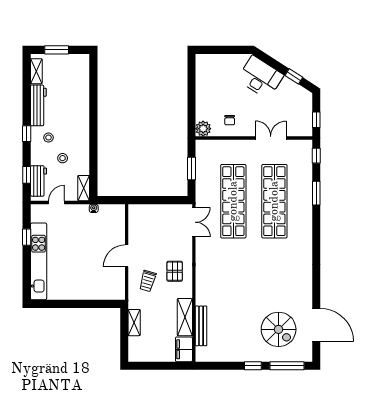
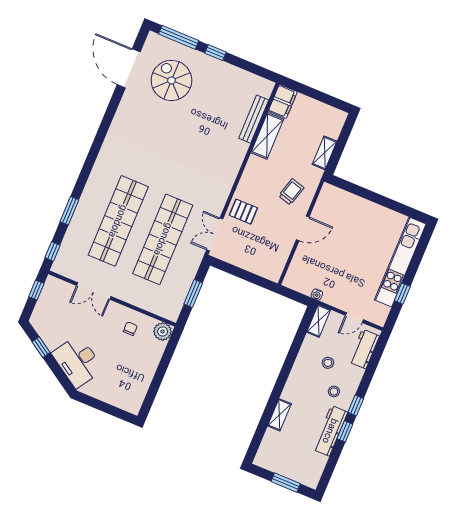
shelving: (36, 71) -> (279, 415), moved
window: (27, 175) -> (345, 431), moved
pallet: (175, 271) -> (243, 212), moved, turned 90

